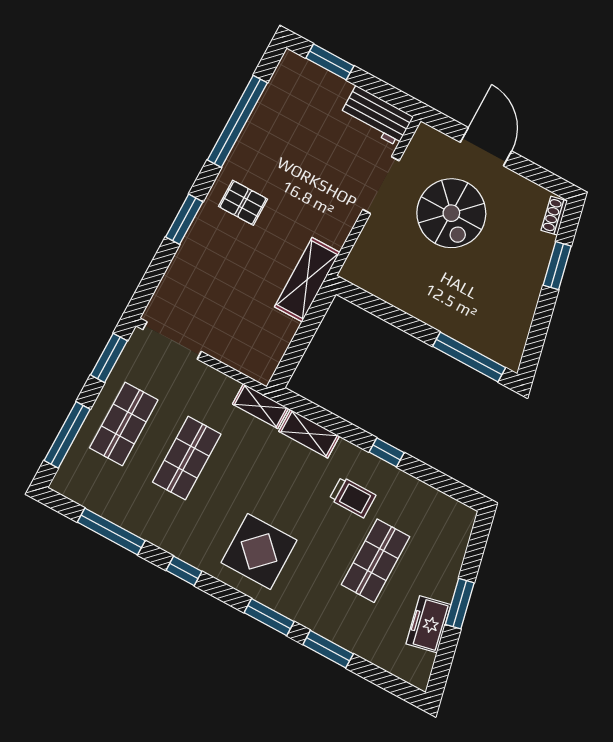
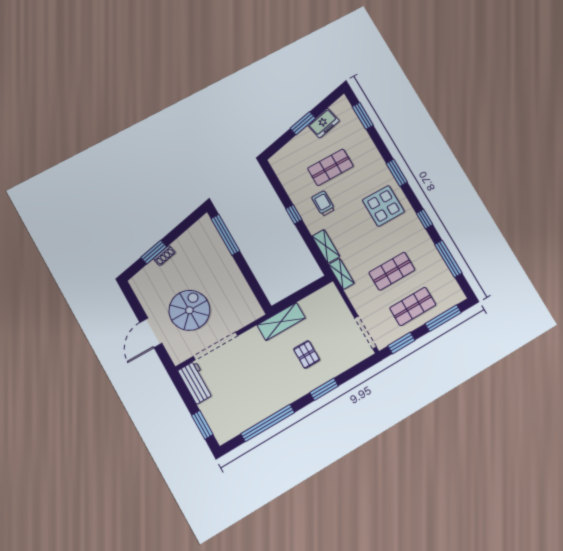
doorway: (381, 185) -> (216, 346), width x1.36
pallet: (243, 203) -> (307, 355), moved
shoe rack: (554, 216) -> (164, 256), moved
window: (328, 649) -> (363, 116), moved

